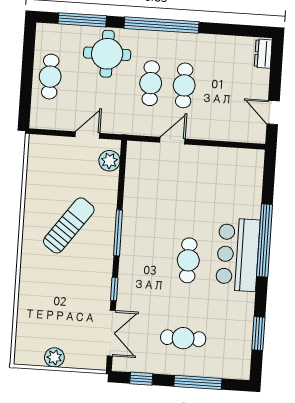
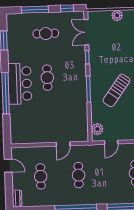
round table: (107, 54) -> (105, 189), removed
cafe table: (184, 85) -> (41, 176), moved

